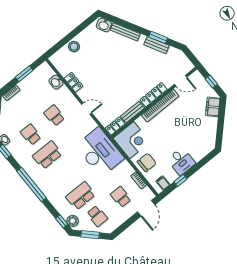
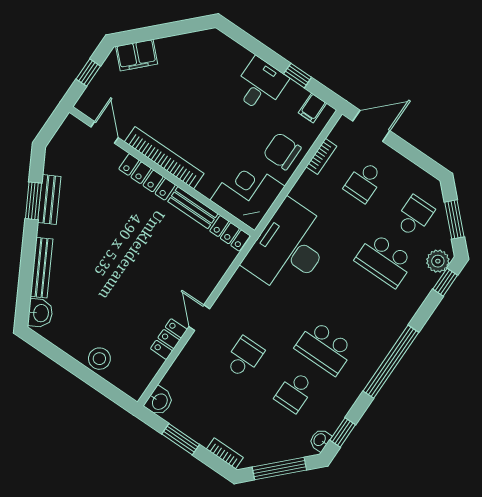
washbasin: (56, 82) -> (159, 401), moved
door: (87, 109) -> (199, 318), moved
school desk: (54, 115) -> (244, 357), turned 180

